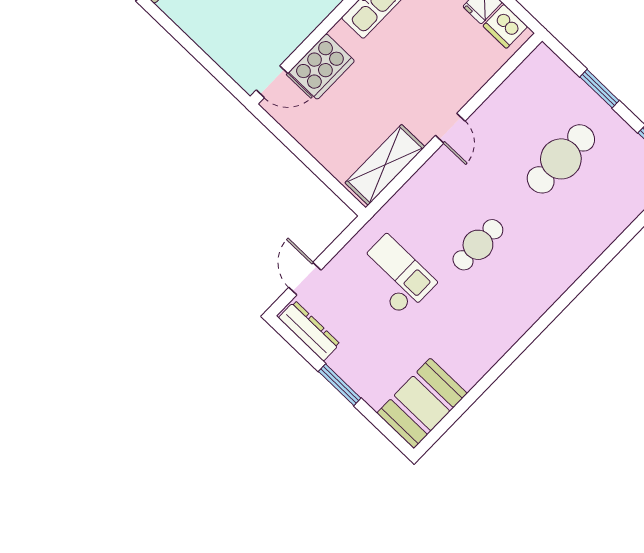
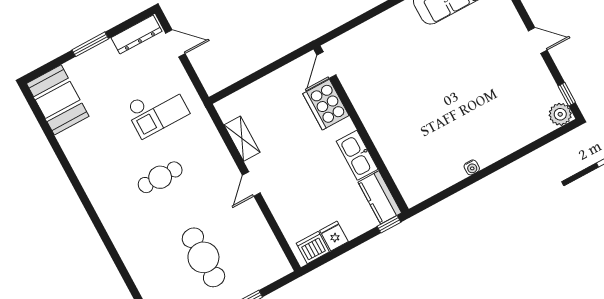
door: (450, 128) -> (251, 184), hinge flipped
shelving: (385, 165) -> (242, 139), width x0.67, depth x0.75
cafe table: (478, 245) -> (160, 177), turned 90

